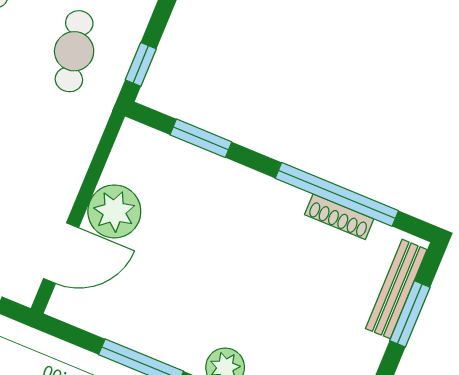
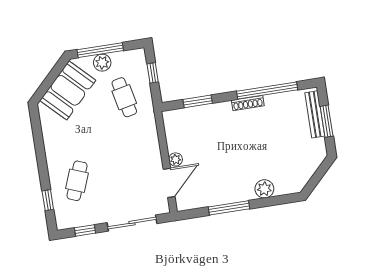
window: (141, 64) -> (153, 73), moved
plant: (114, 211) -> (176, 159), width x0.53, depth x0.53
shoe rack: (339, 217) -> (248, 103), moved

